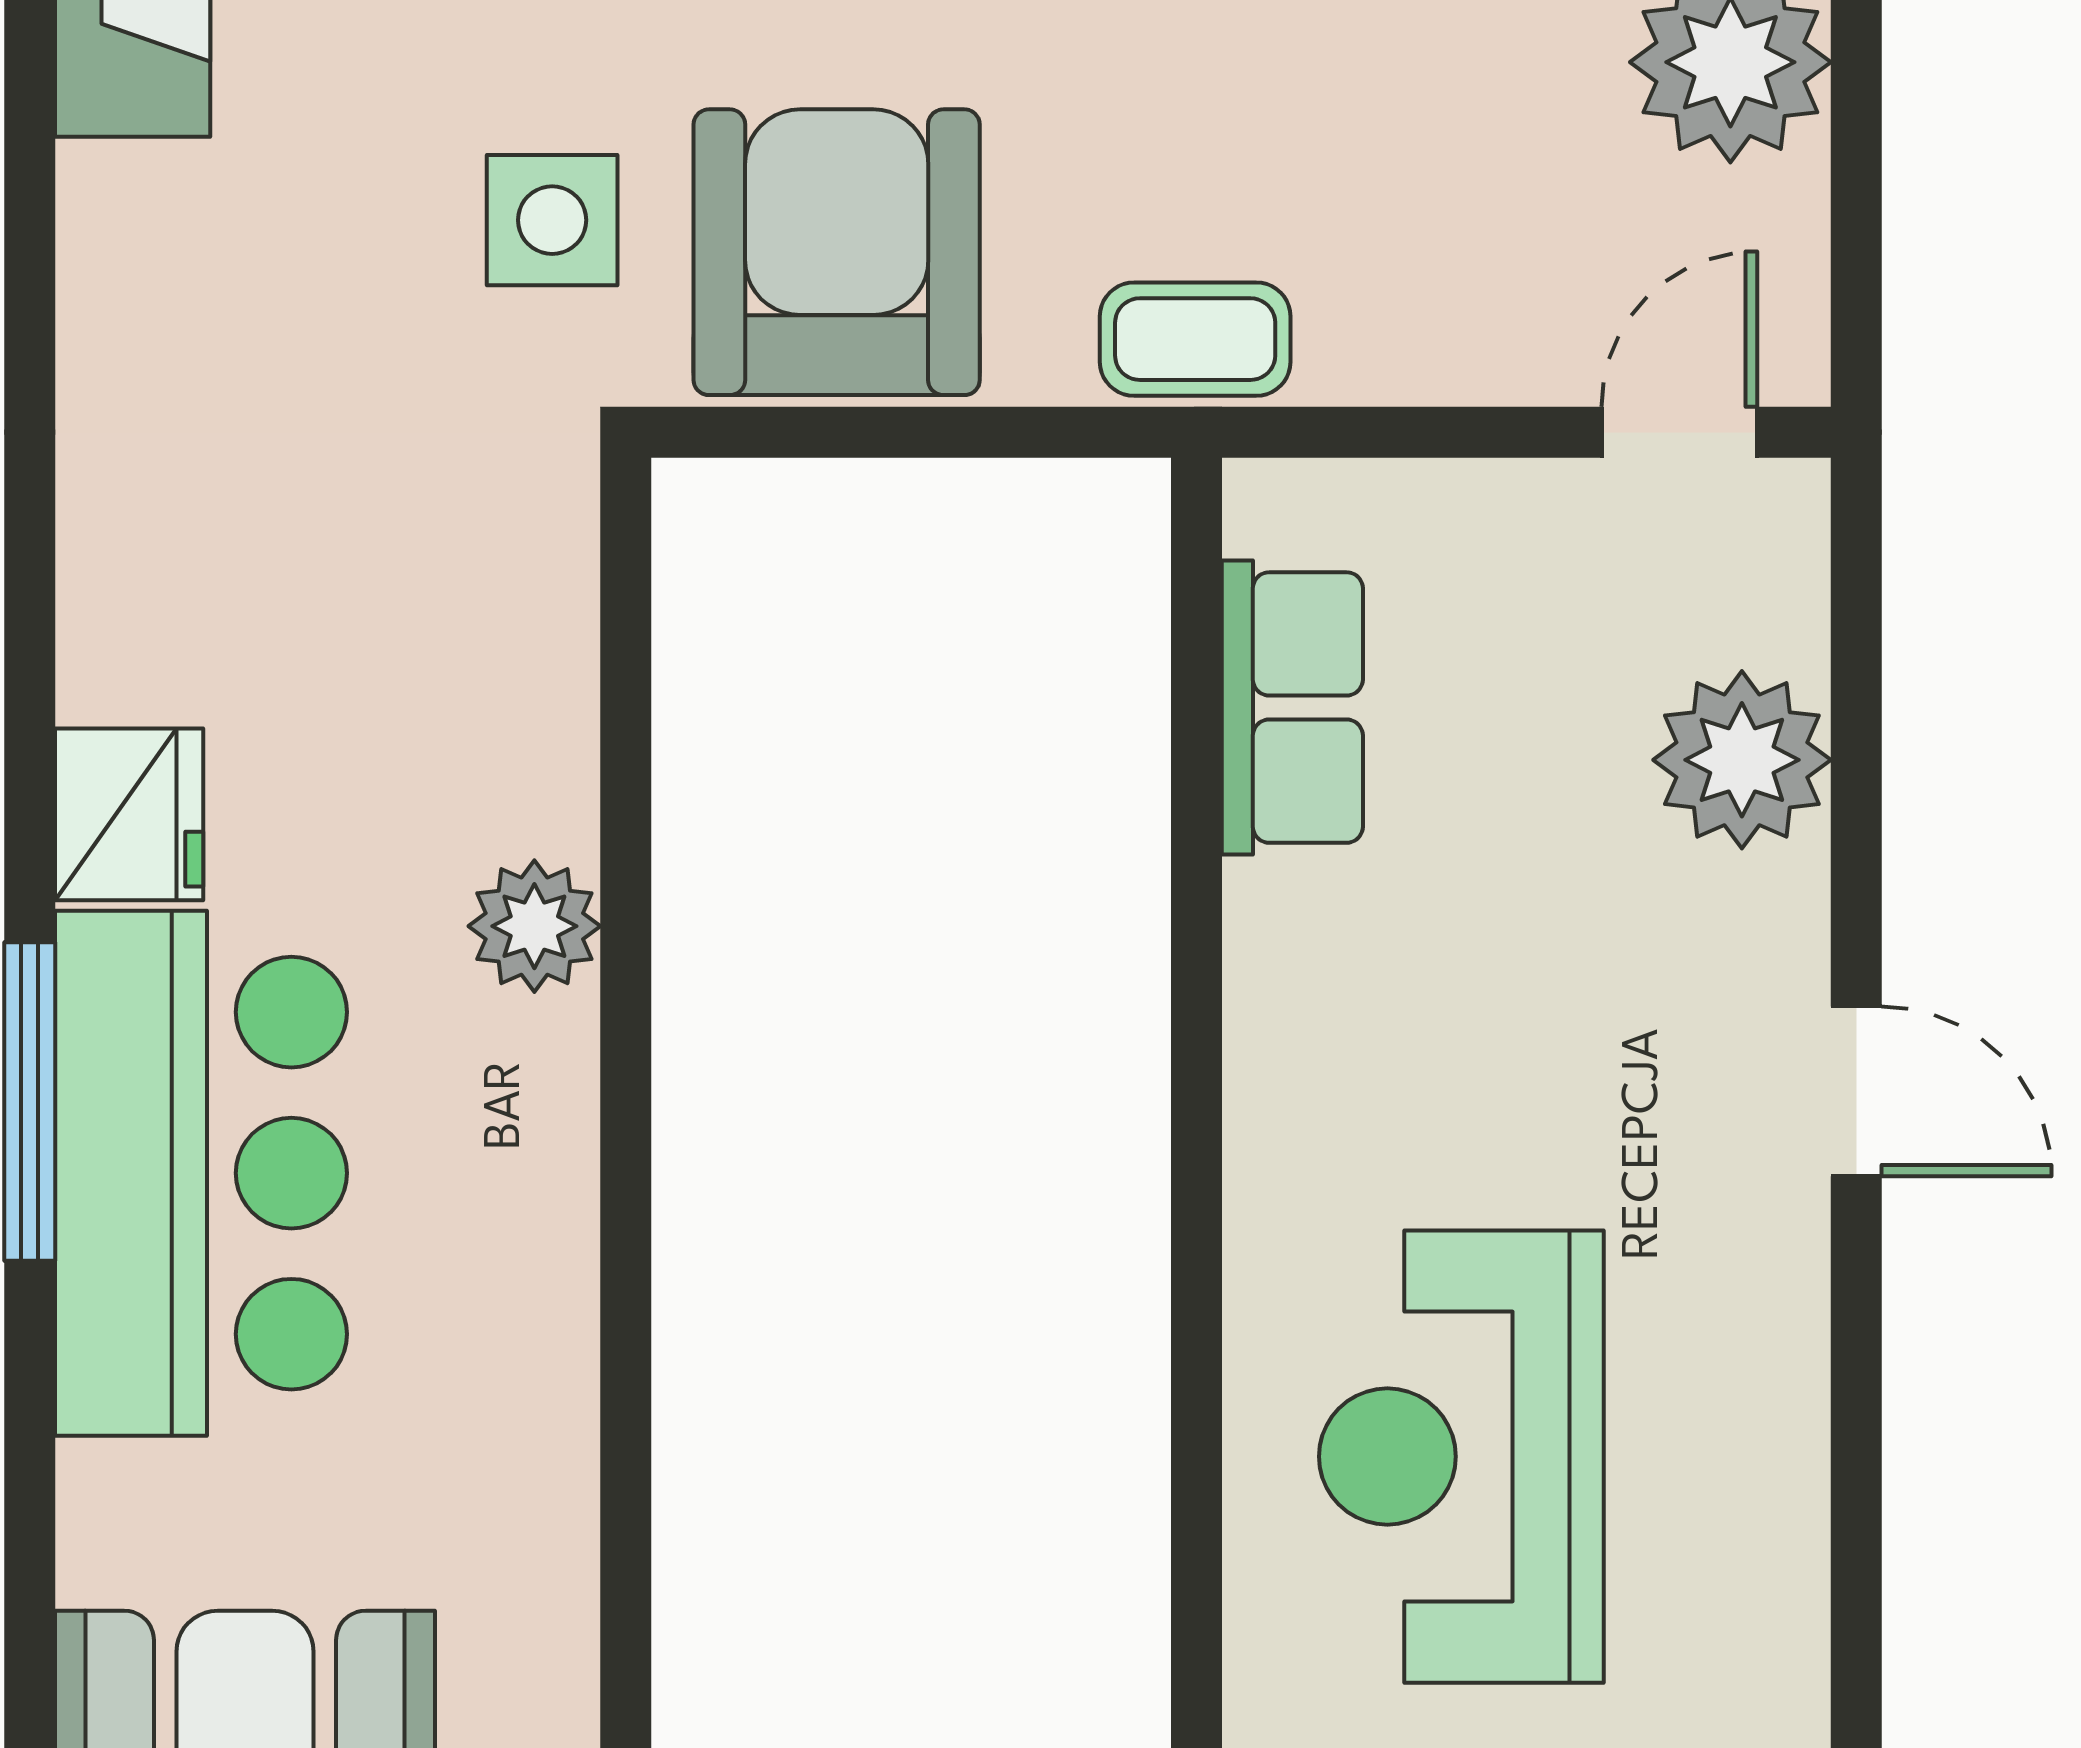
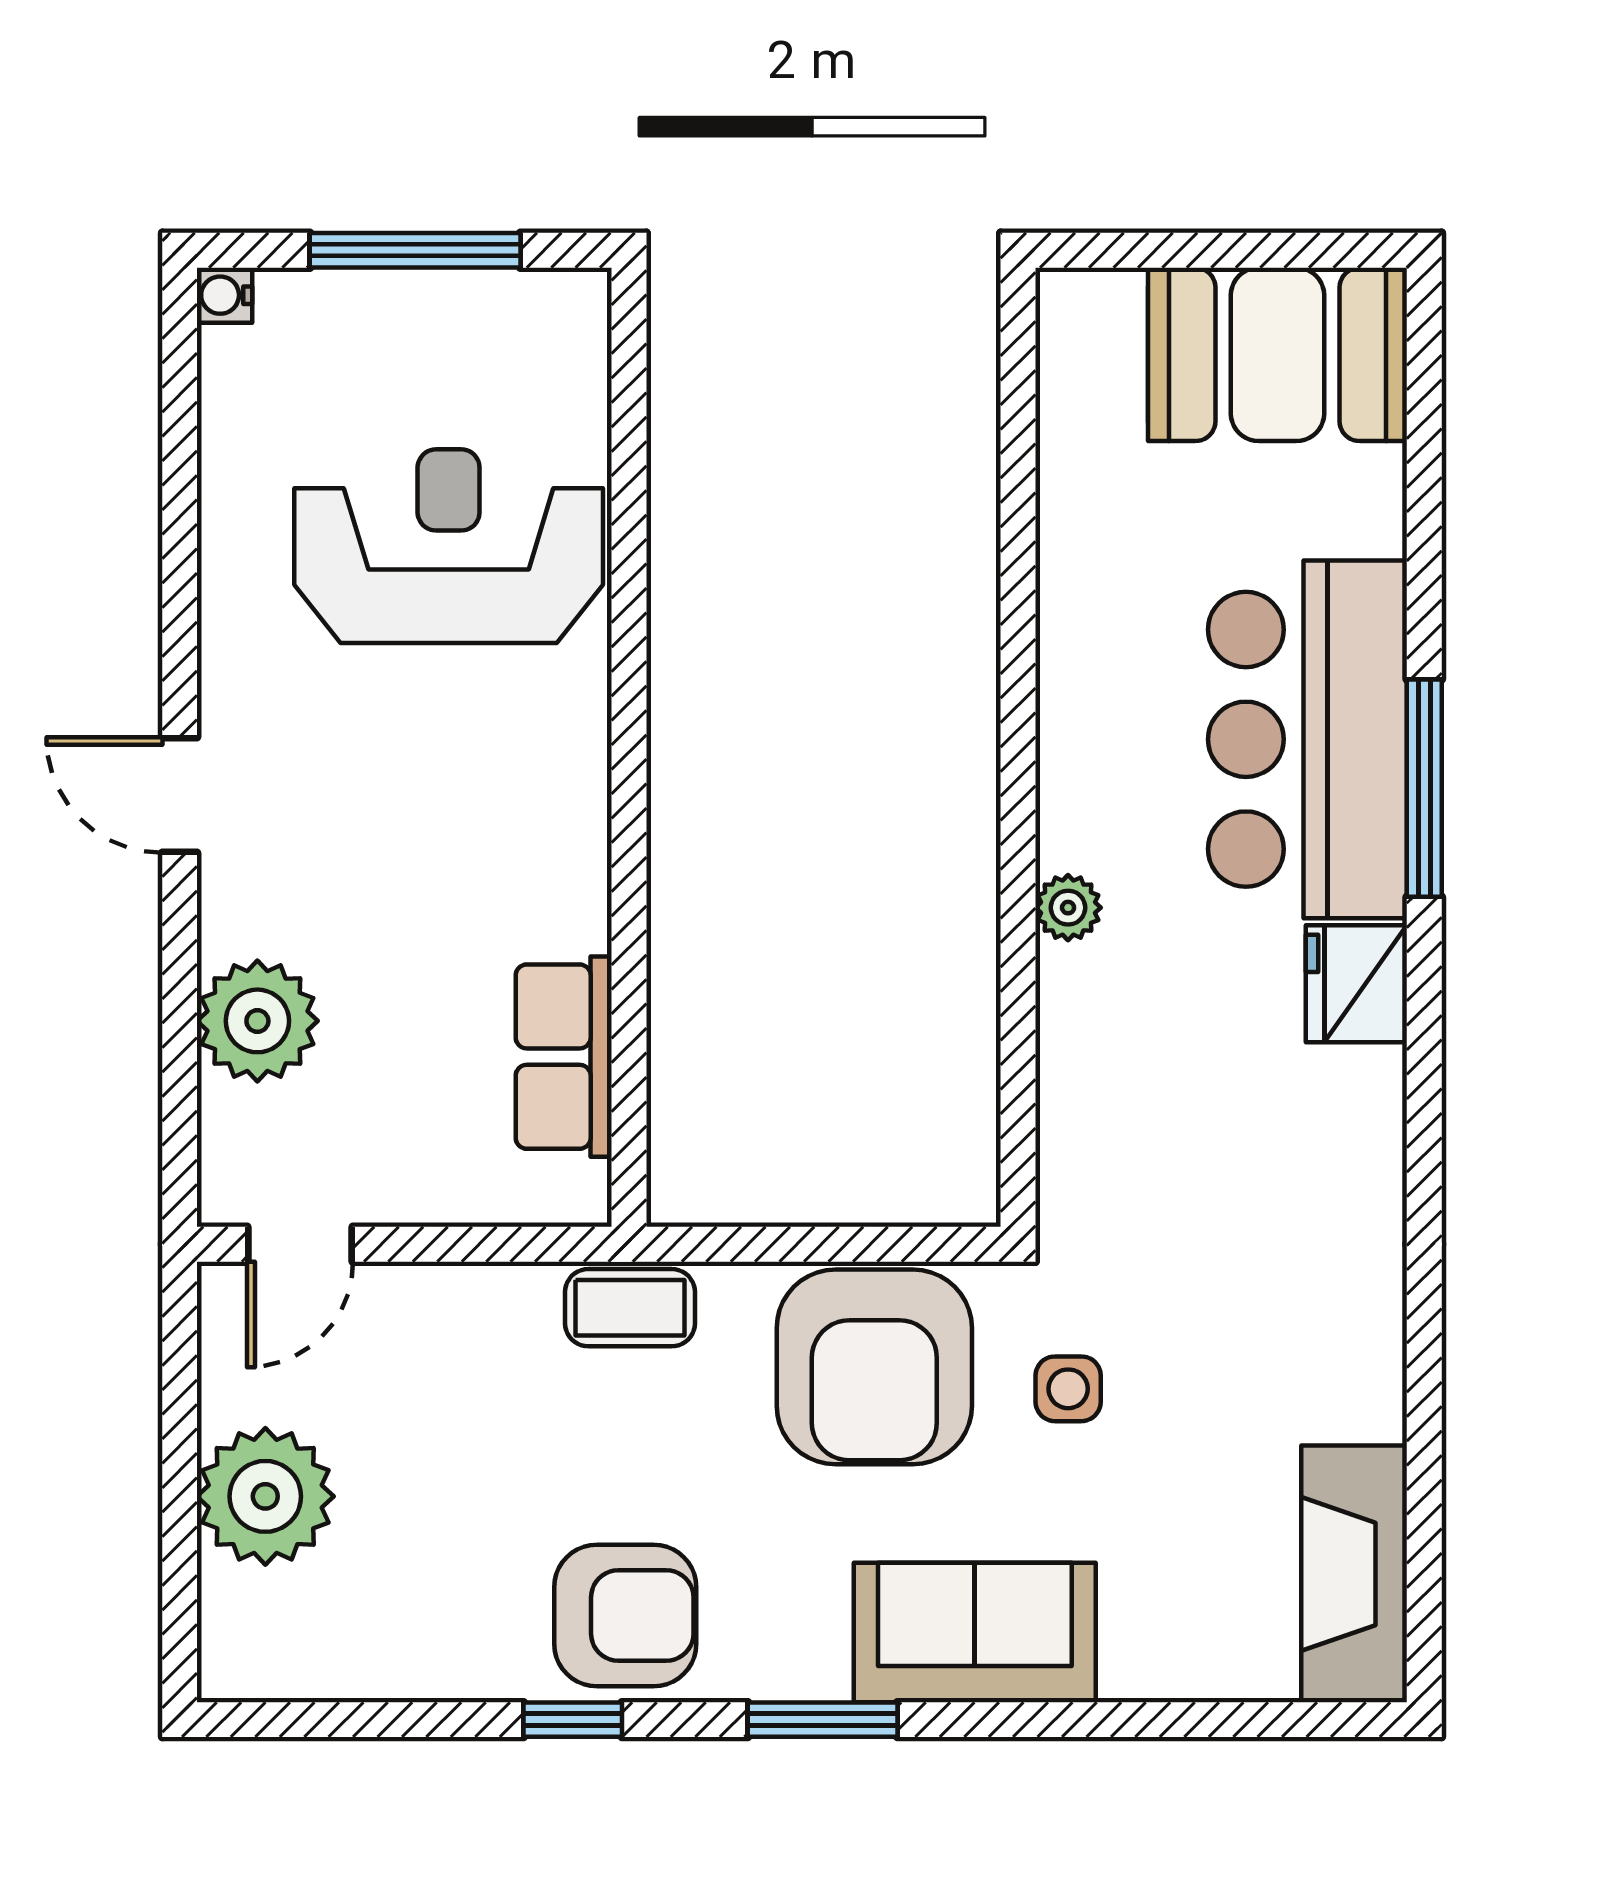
side table: (552, 220) -> (1068, 1389), width x0.73, depth x0.73
plant: (534, 926) -> (1068, 908), width x0.73, depth x0.73
reception desk: (1461, 1457) -> (449, 546), turned -90

